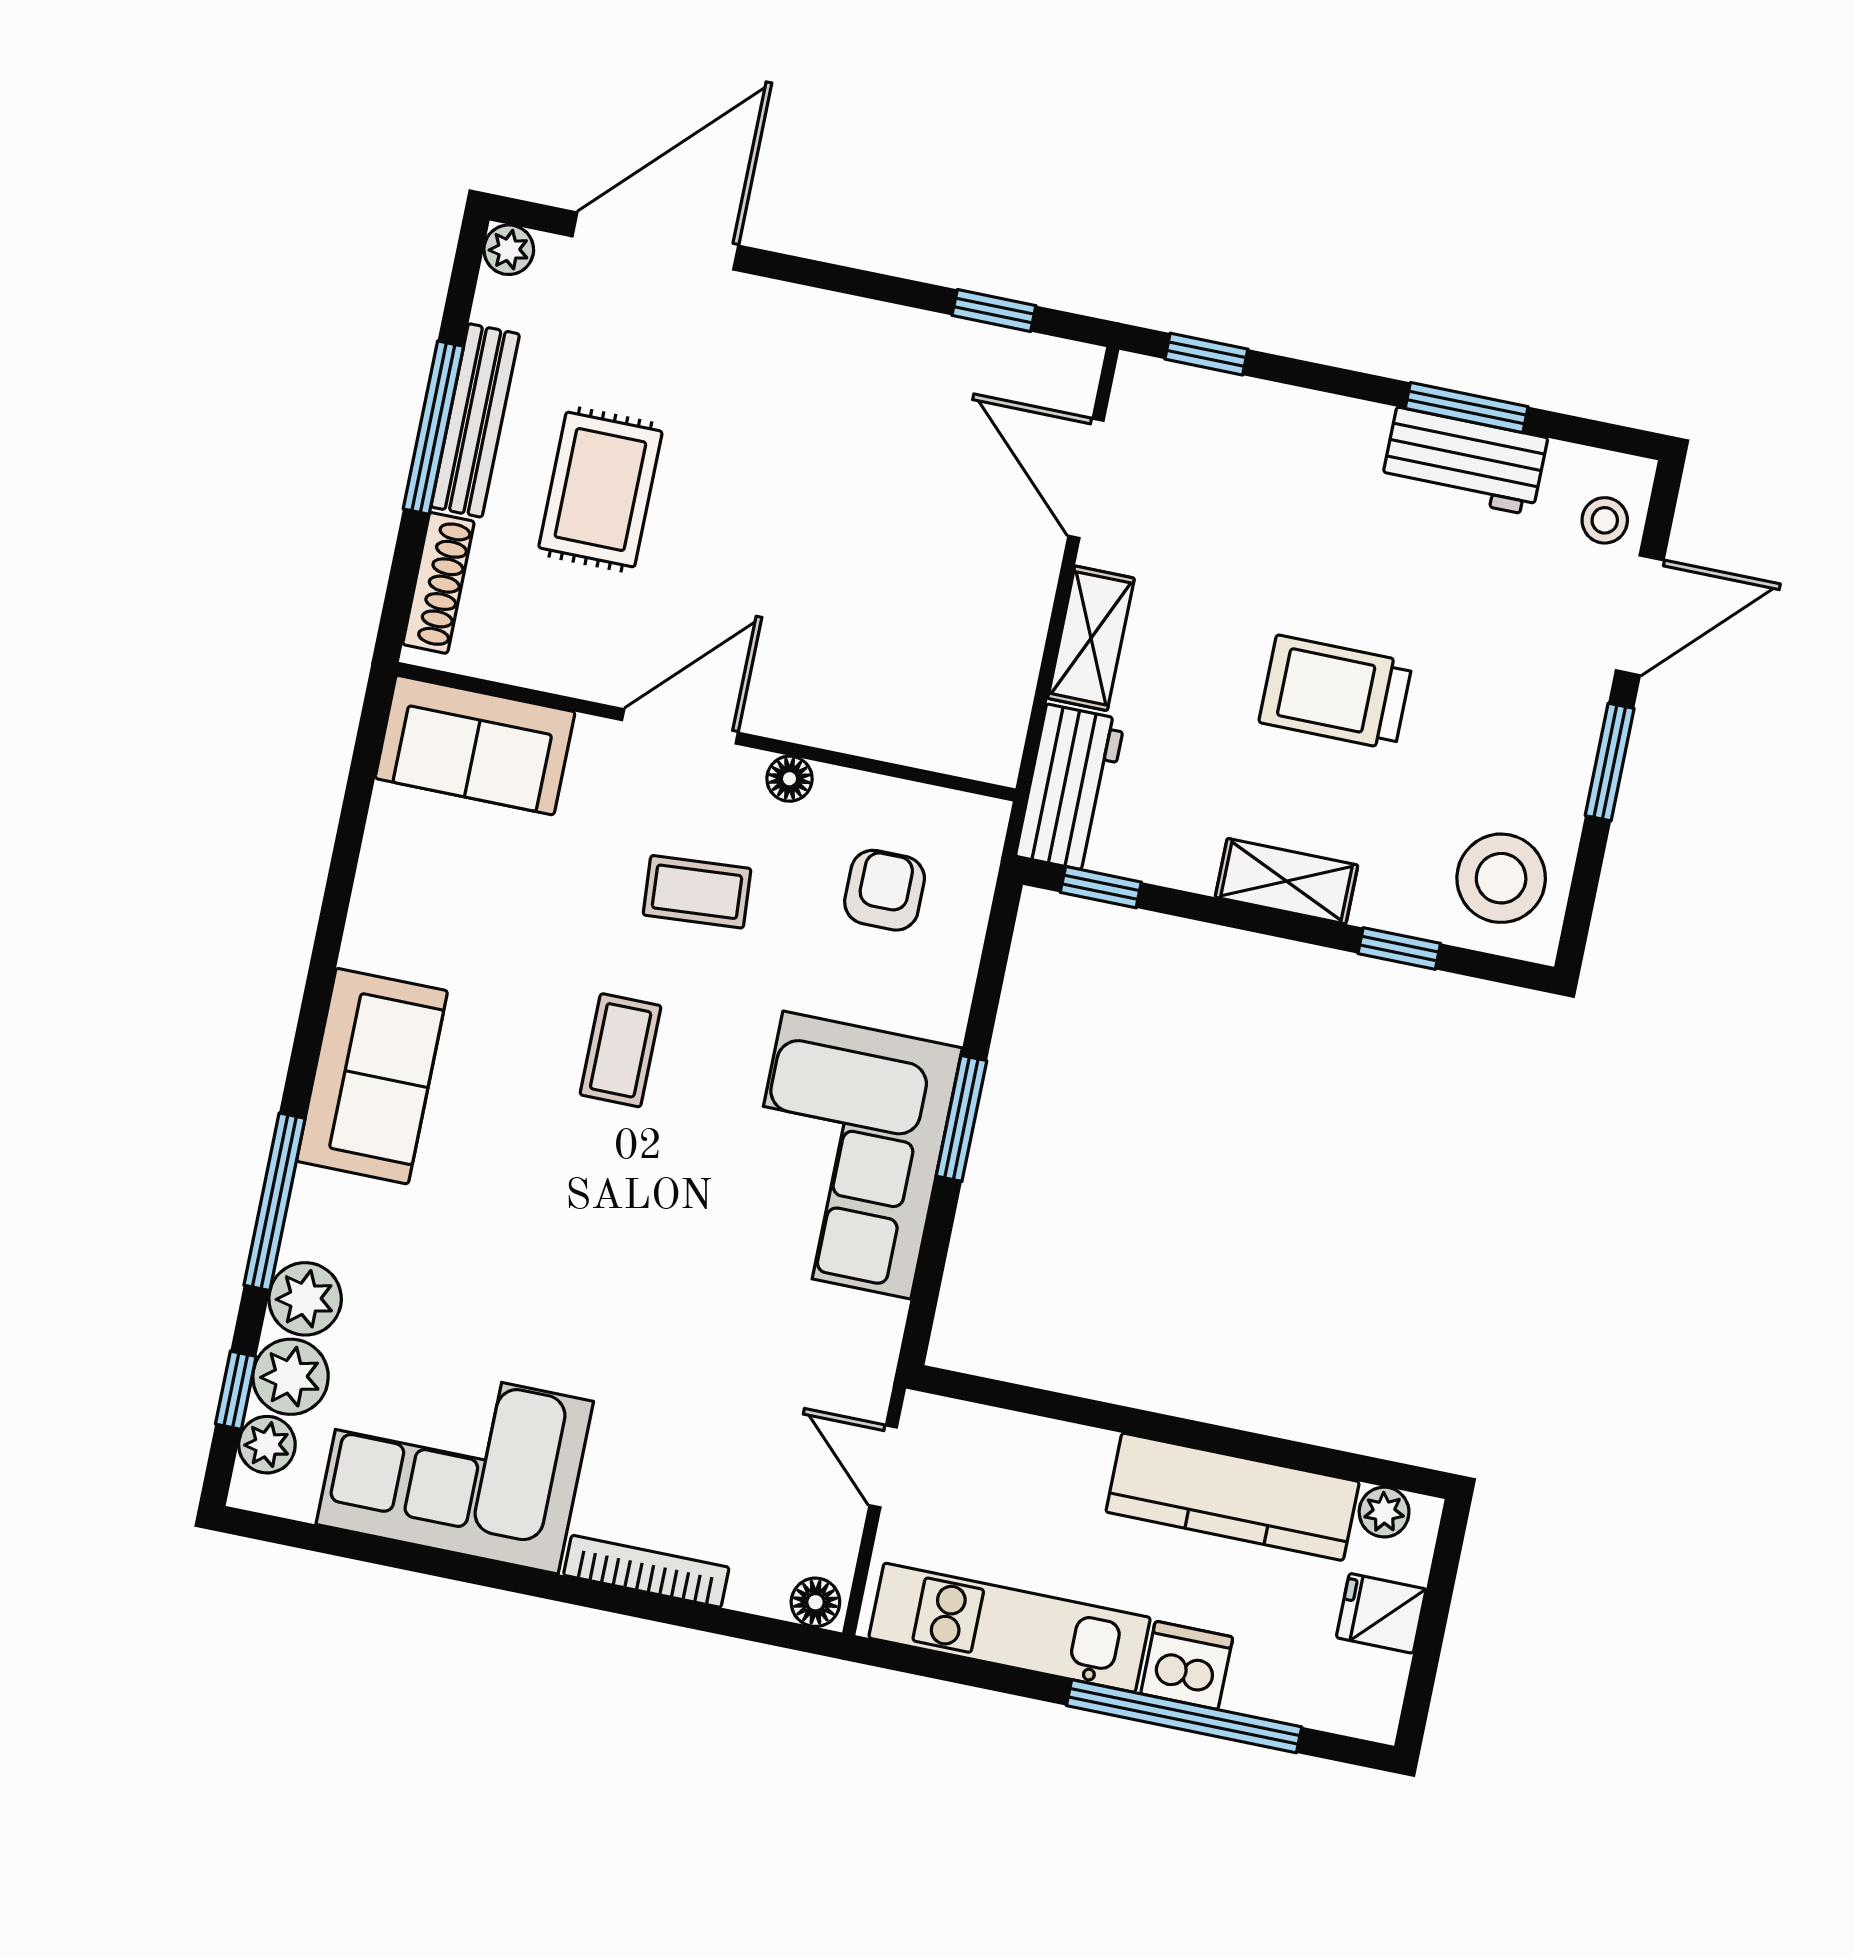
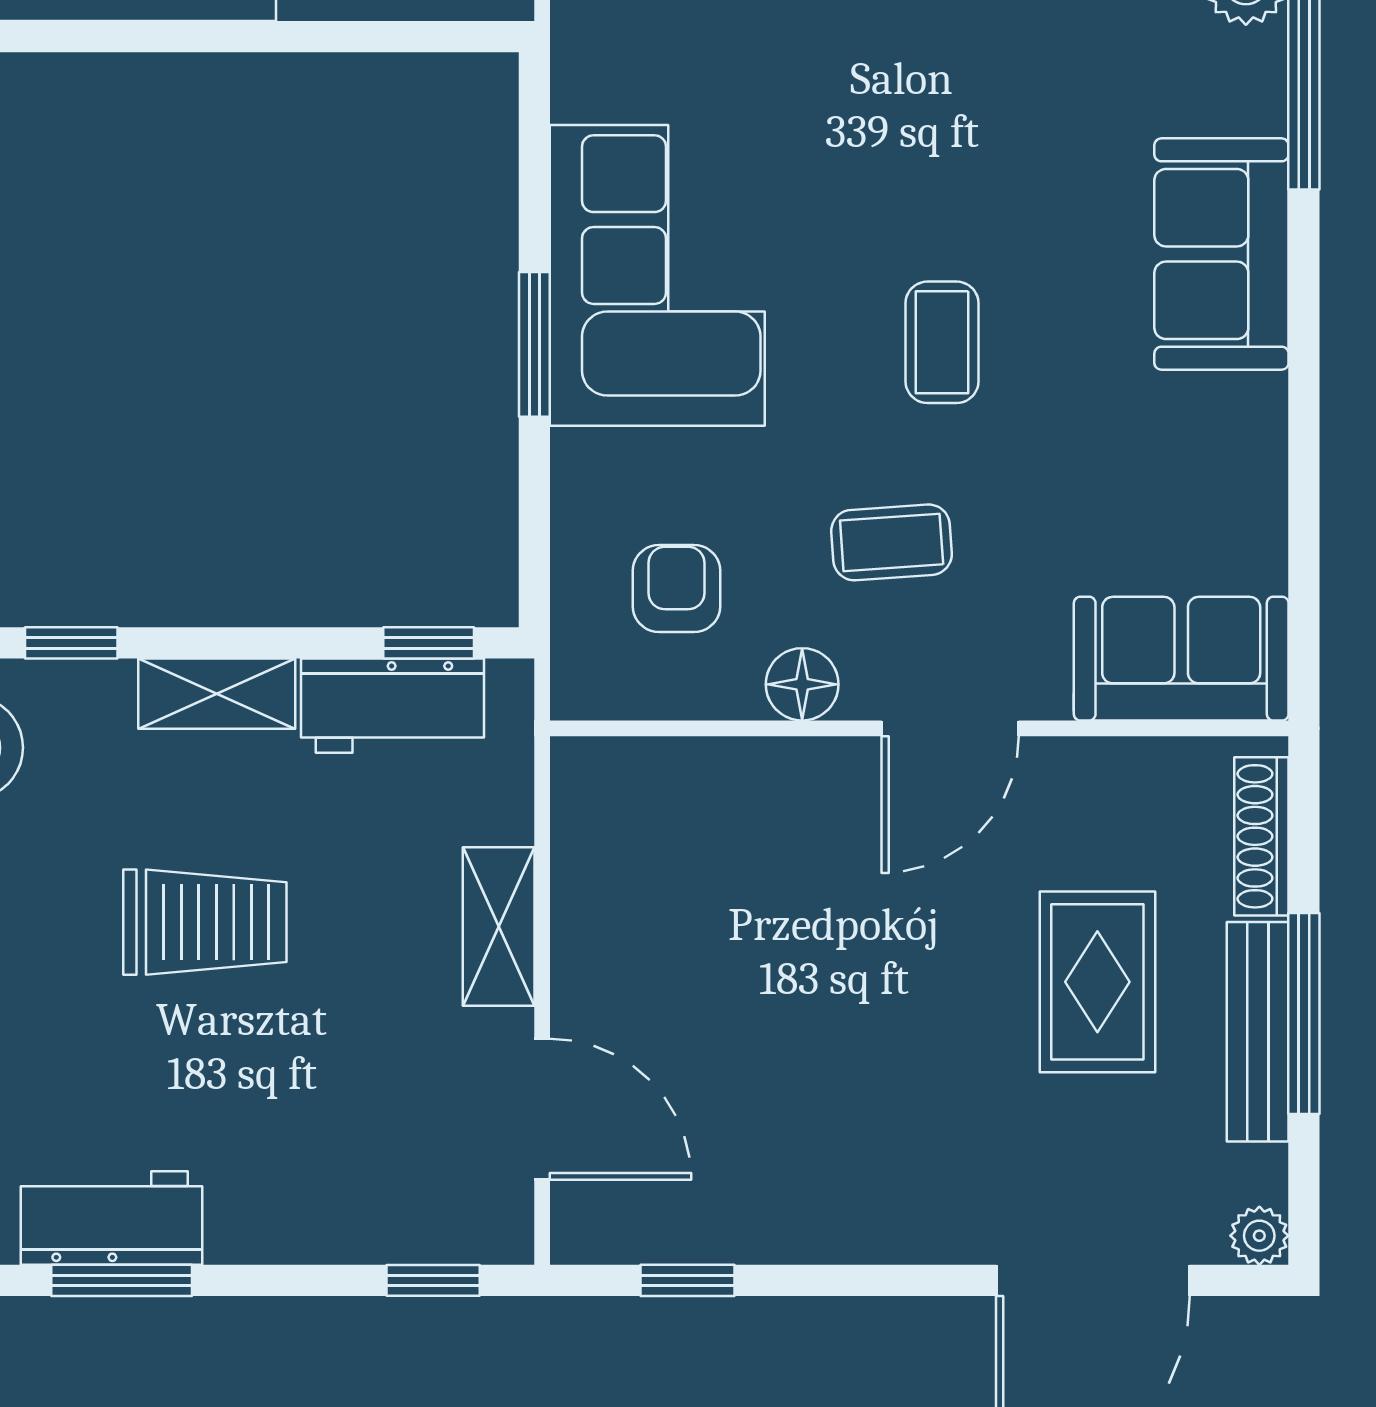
floor lamp: (790, 779) -> (802, 684), width x1.37, depth x1.37
workbench: (1070, 788) -> (393, 706), moved, turned -90
armchair: (885, 890) -> (676, 588), turned 180

